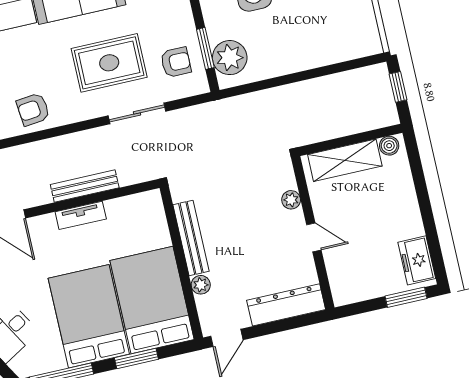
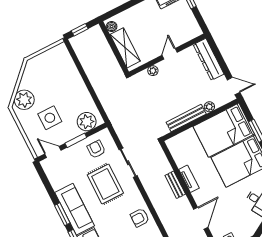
window: (205, 48) -> (76, 140), moved
armchair: (33, 109) -> (140, 218), turned 96
bench: (85, 186) -> (175, 185), width x0.73

